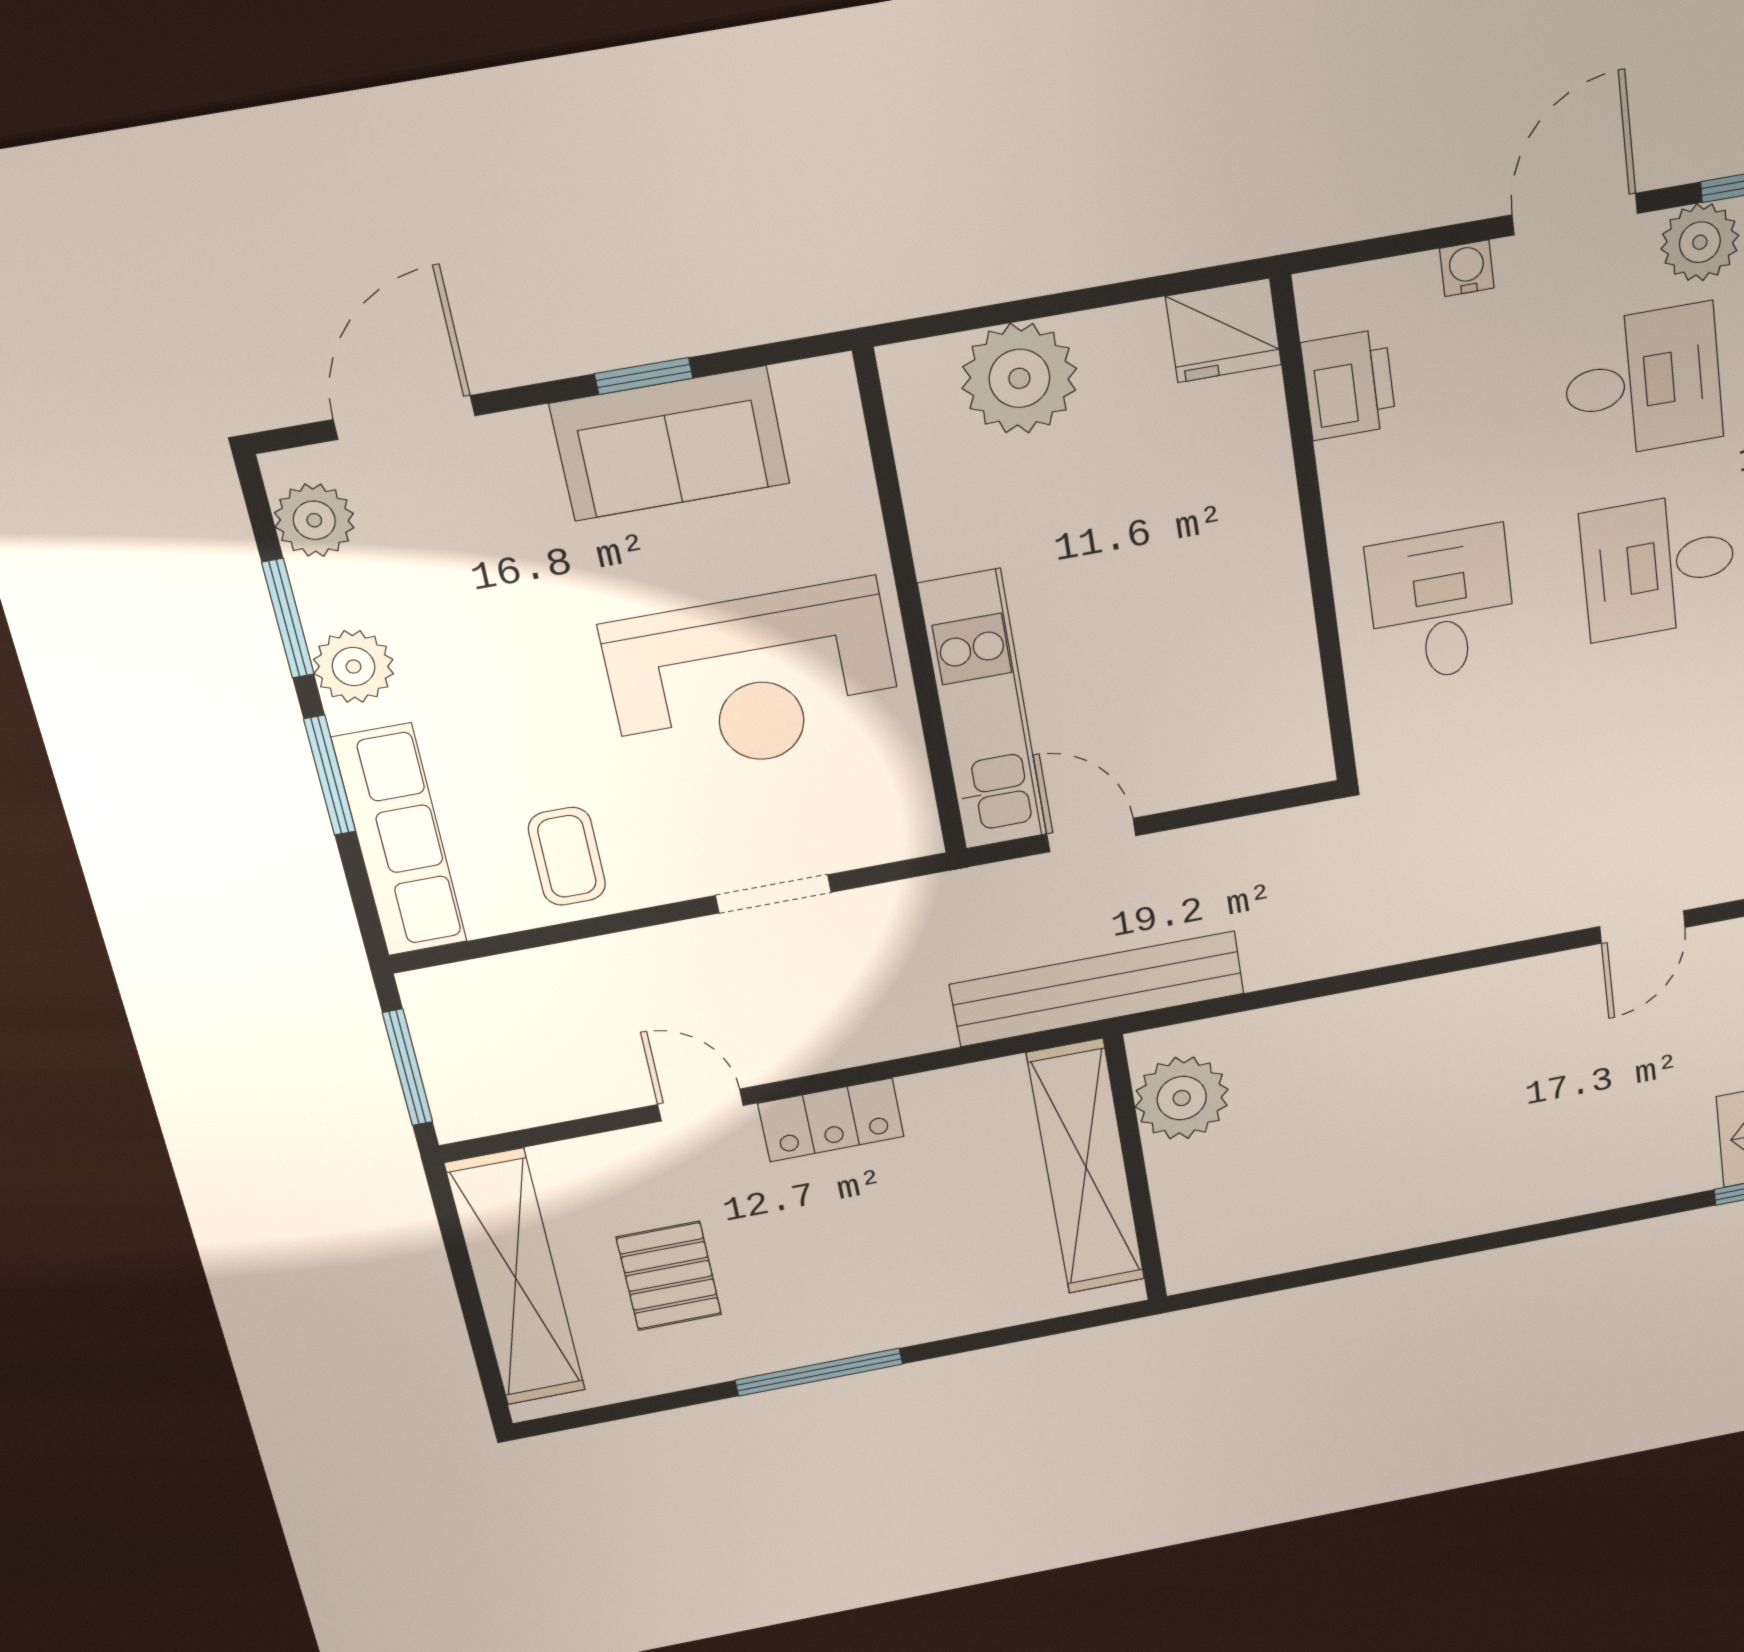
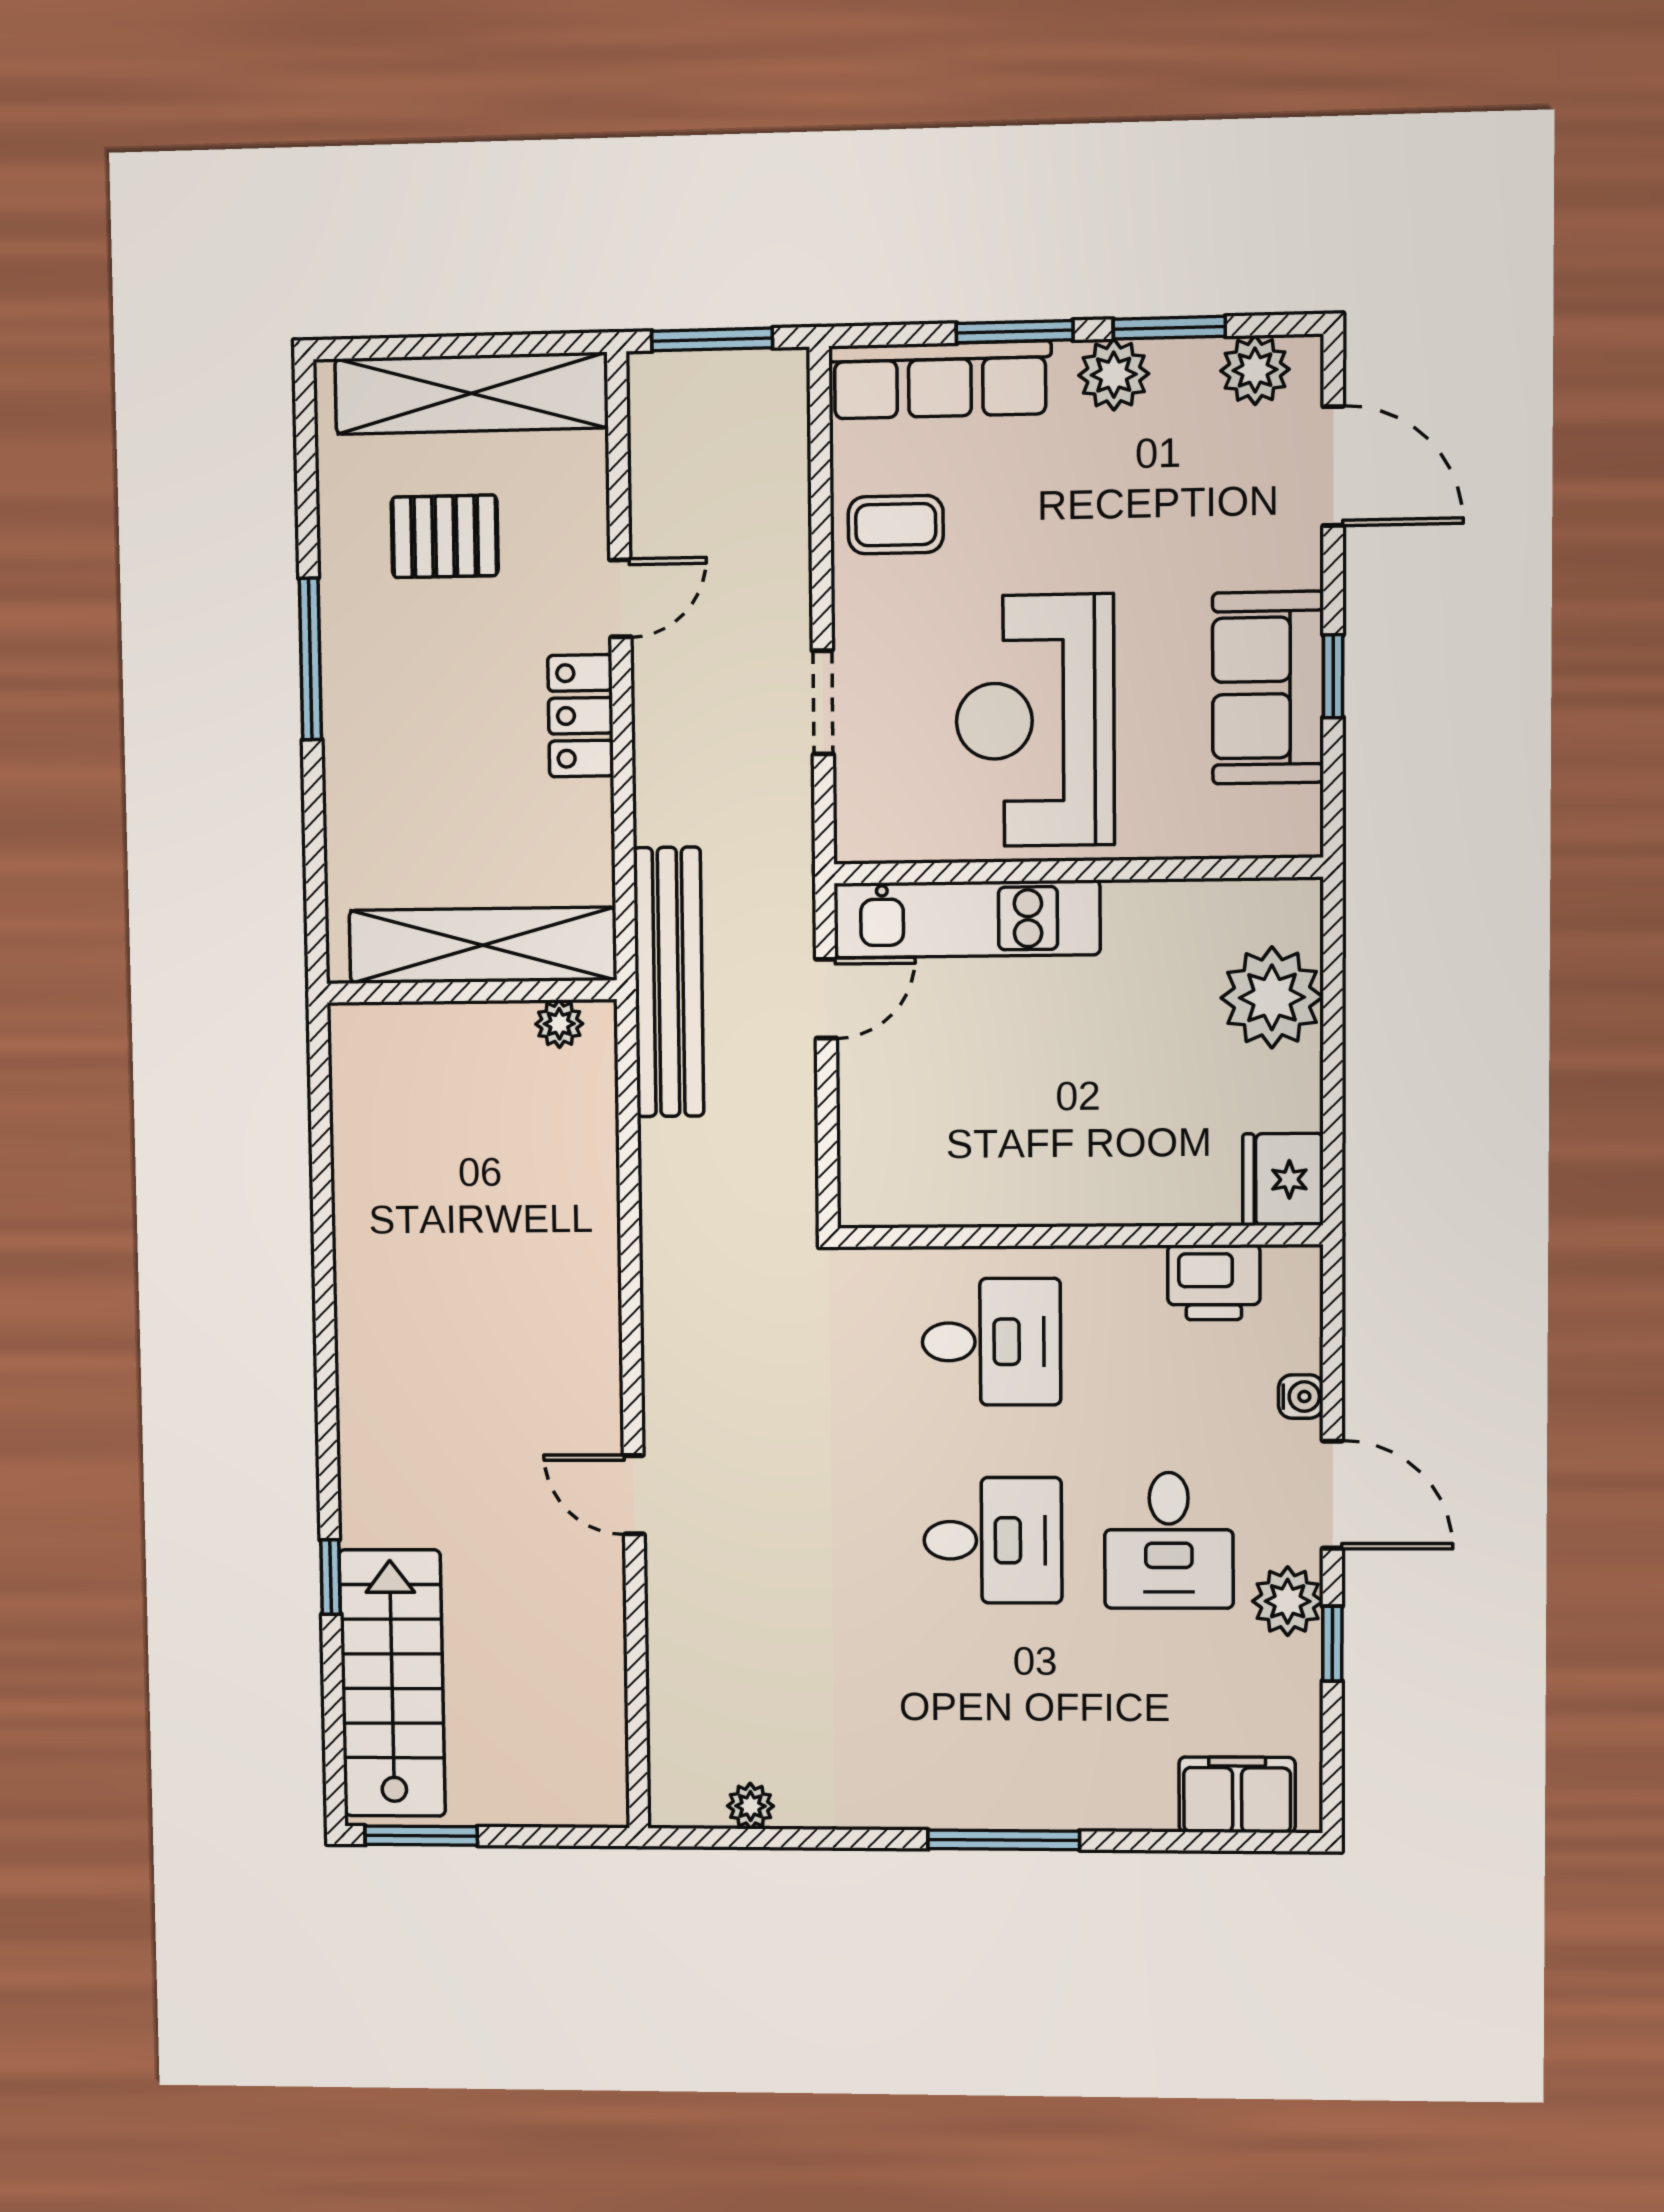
desk: (1659, 566) -> (993, 1540), turned 90
plant: (1182, 1098) -> (559, 1024), width x0.53, depth x0.53

